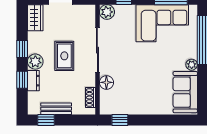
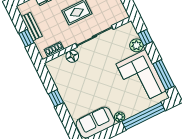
plant: (107, 12) -> (136, 45), moved
window: (46, 120) -> (26, 38), moved
window: (120, 120) -> (56, 98), moved

